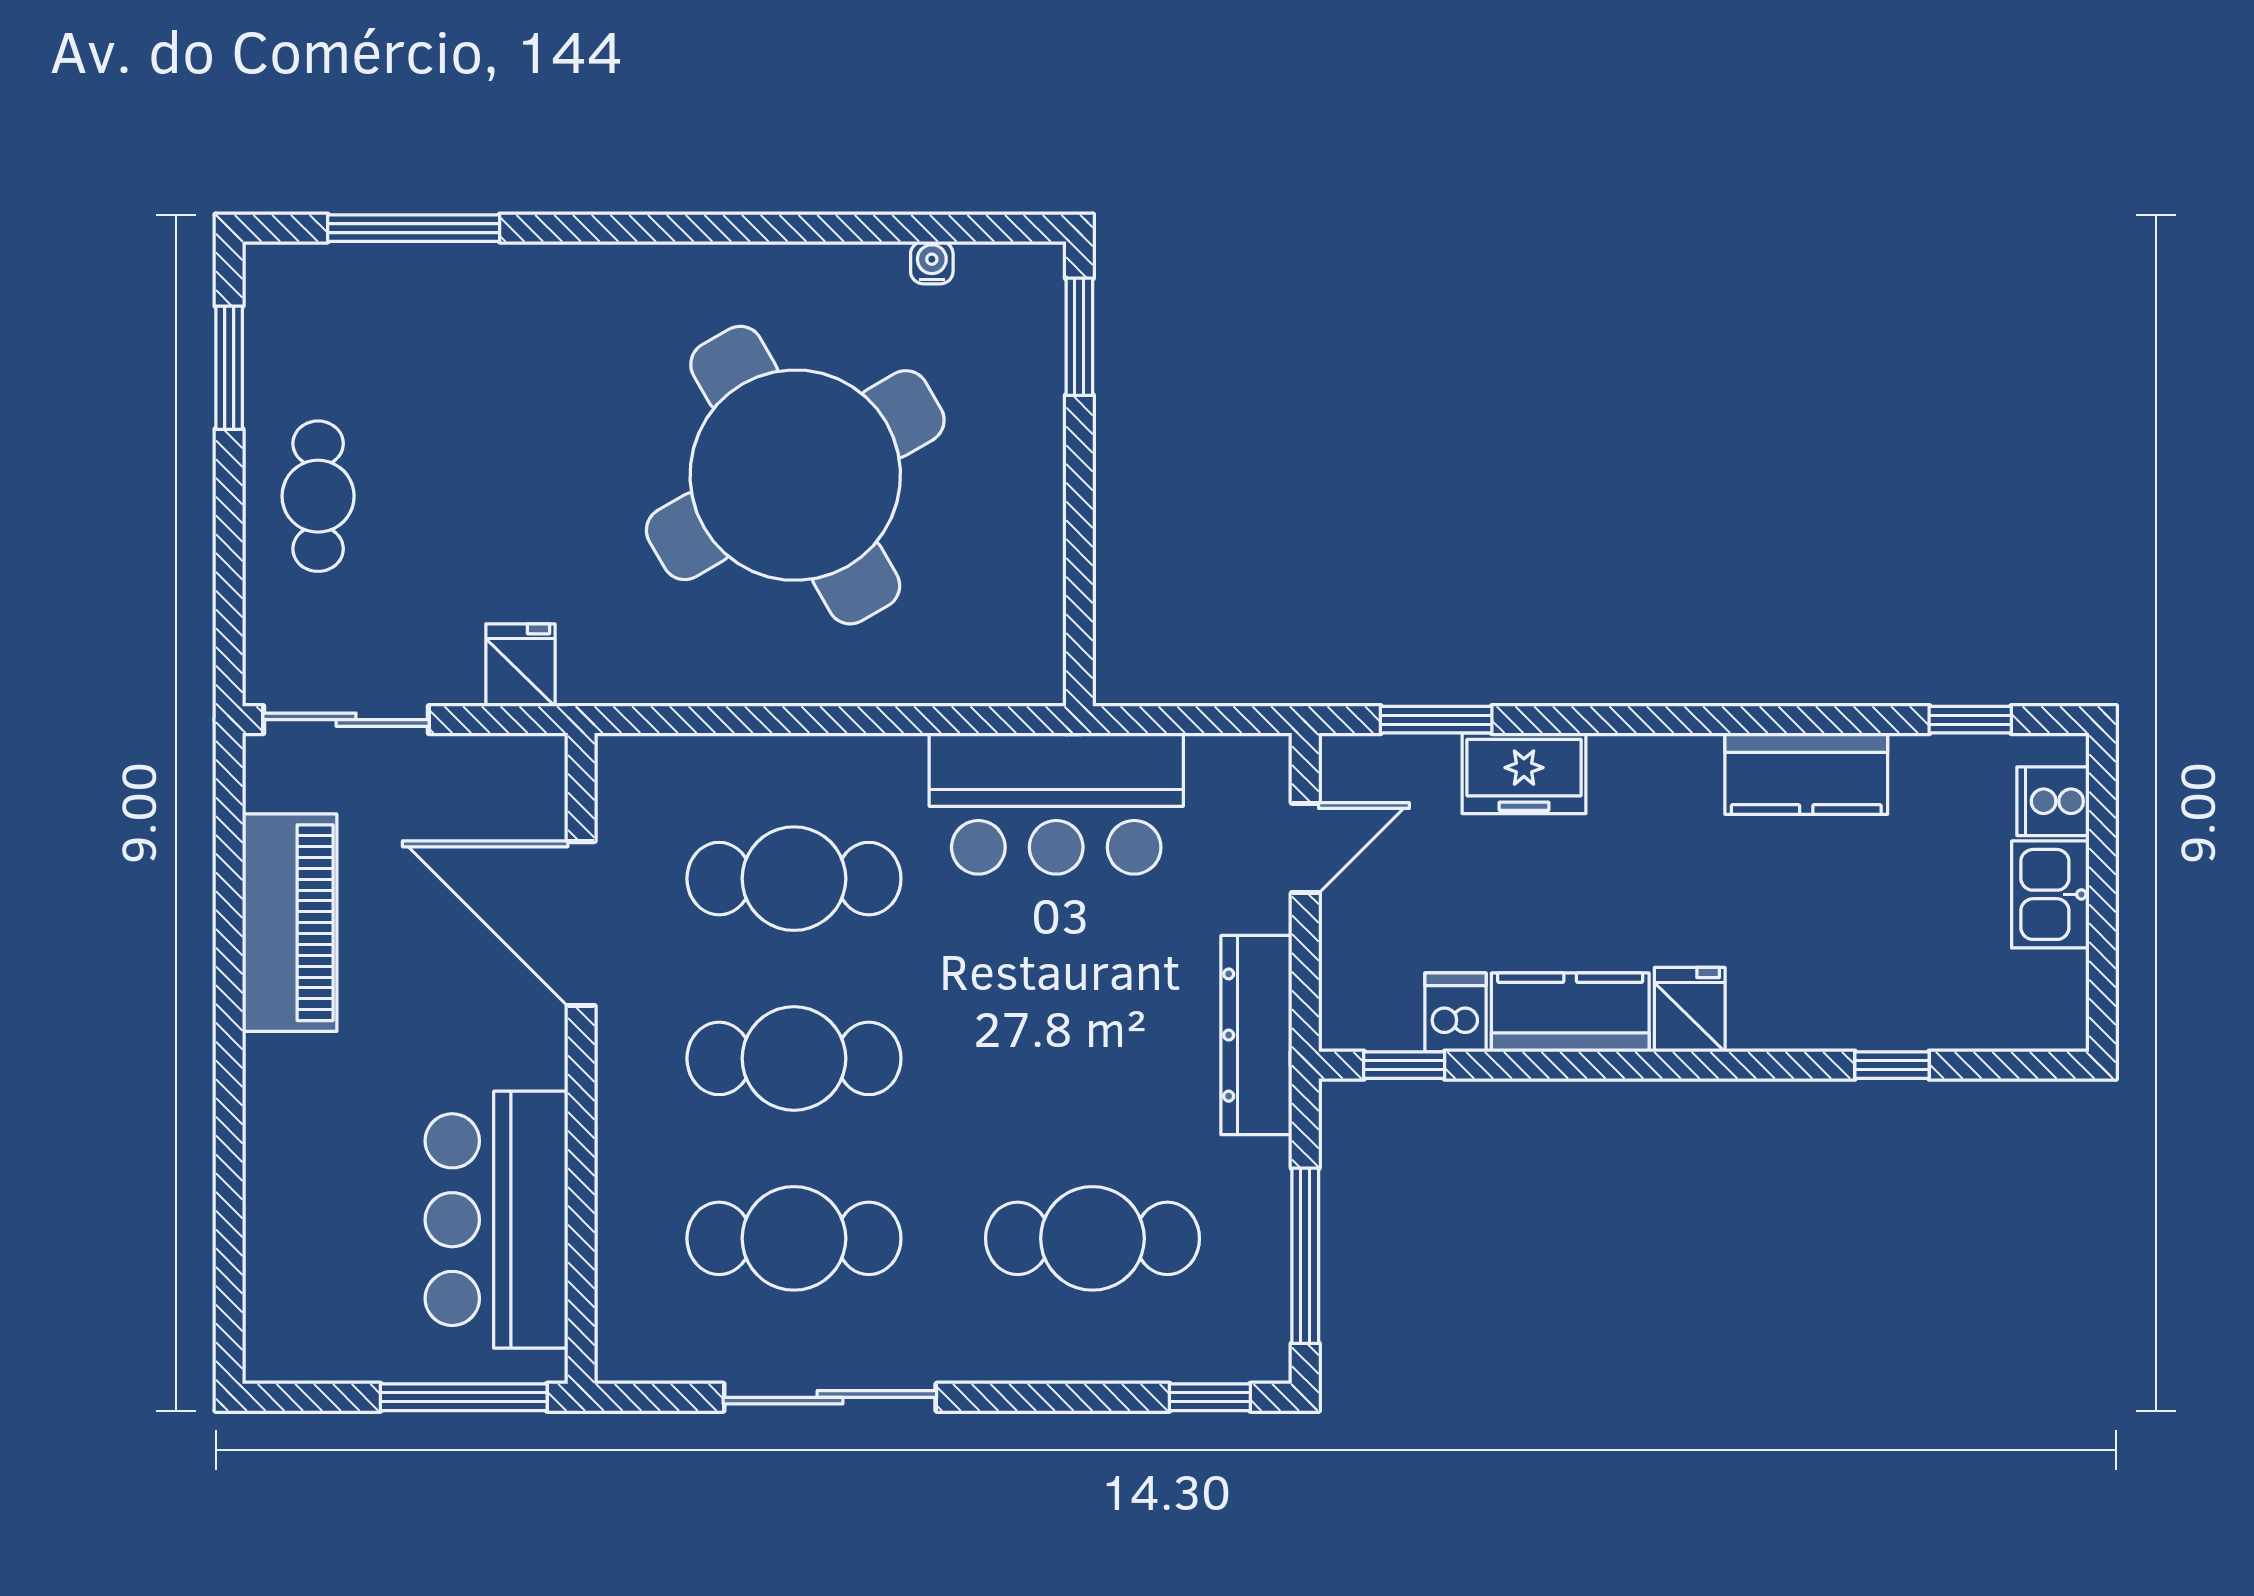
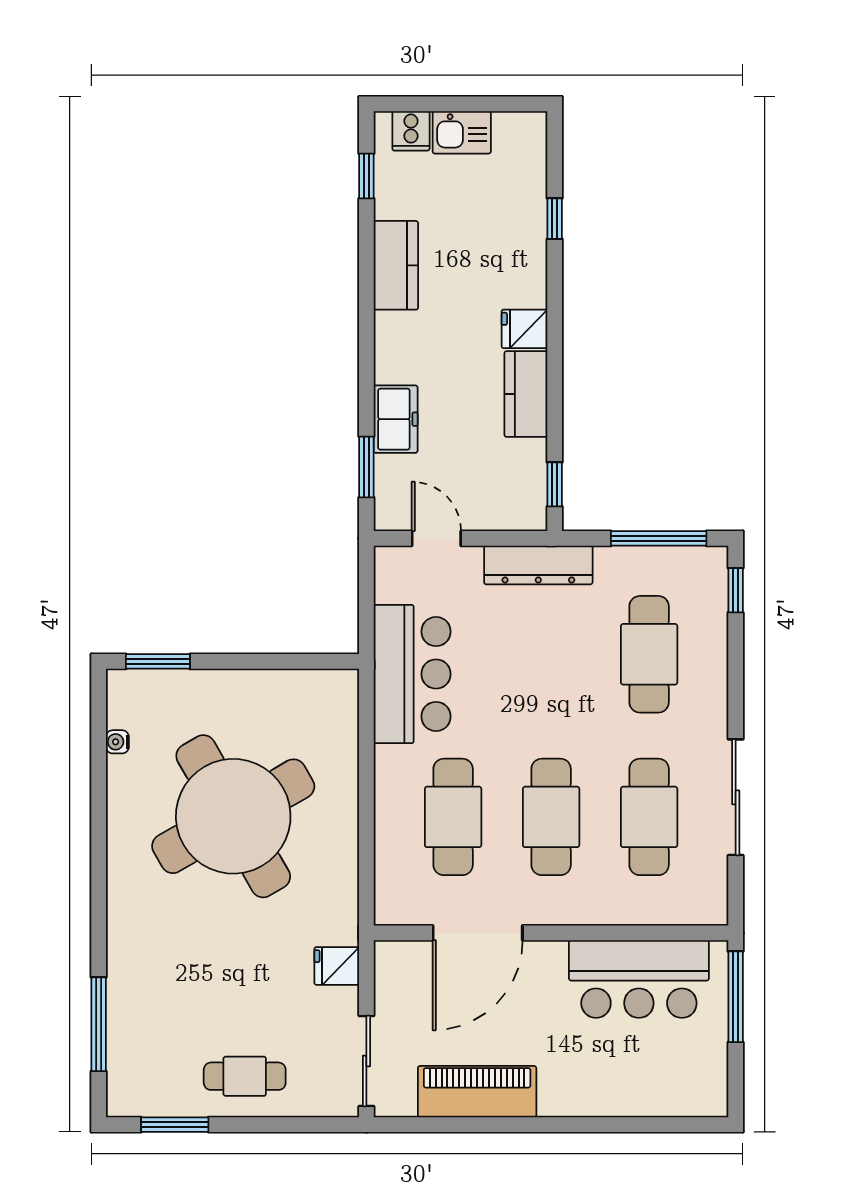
dishwasher: (1455, 1012) -> (526, 457), removed

